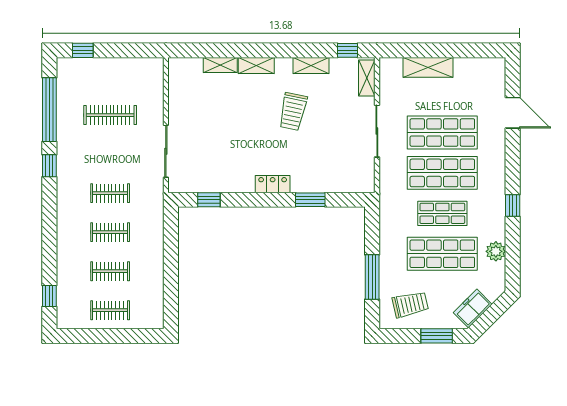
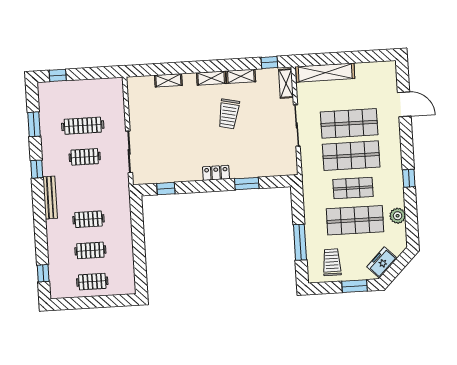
shelving: (256, 65) -> (211, 78), moved
shelving: (428, 67) -> (325, 73), width x1.47
window: (49, 110) -> (34, 124), width x0.47
clothes rail: (110, 193) -> (85, 157), moved
bench: (64, 202) -> (50, 198), added
trolley: (410, 304) -> (332, 262), turned -77

